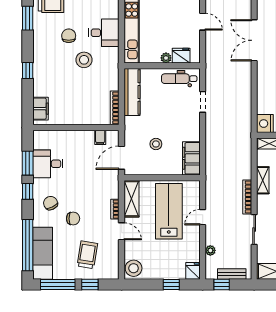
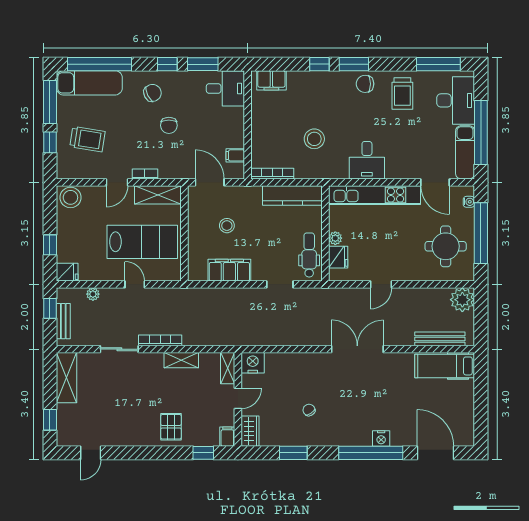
window: (28, 18) -> (354, 64), moved
chair: (69, 36) -> (365, 84), moved, turned 180
stool: (84, 60) -> (314, 139), moved
filing cabinet: (191, 158) -> (229, 270), moved
desk: (48, 164) -> (225, 89), moved, turned 90
chair: (73, 219) -> (169, 125), moved

